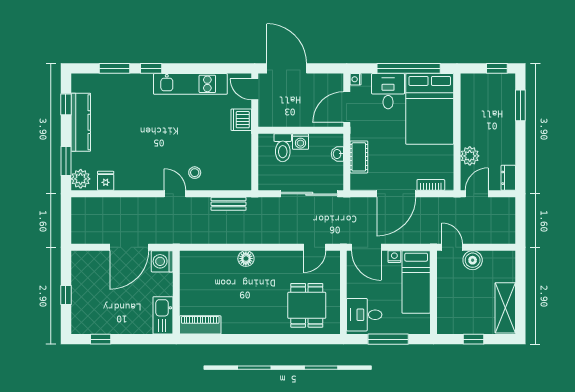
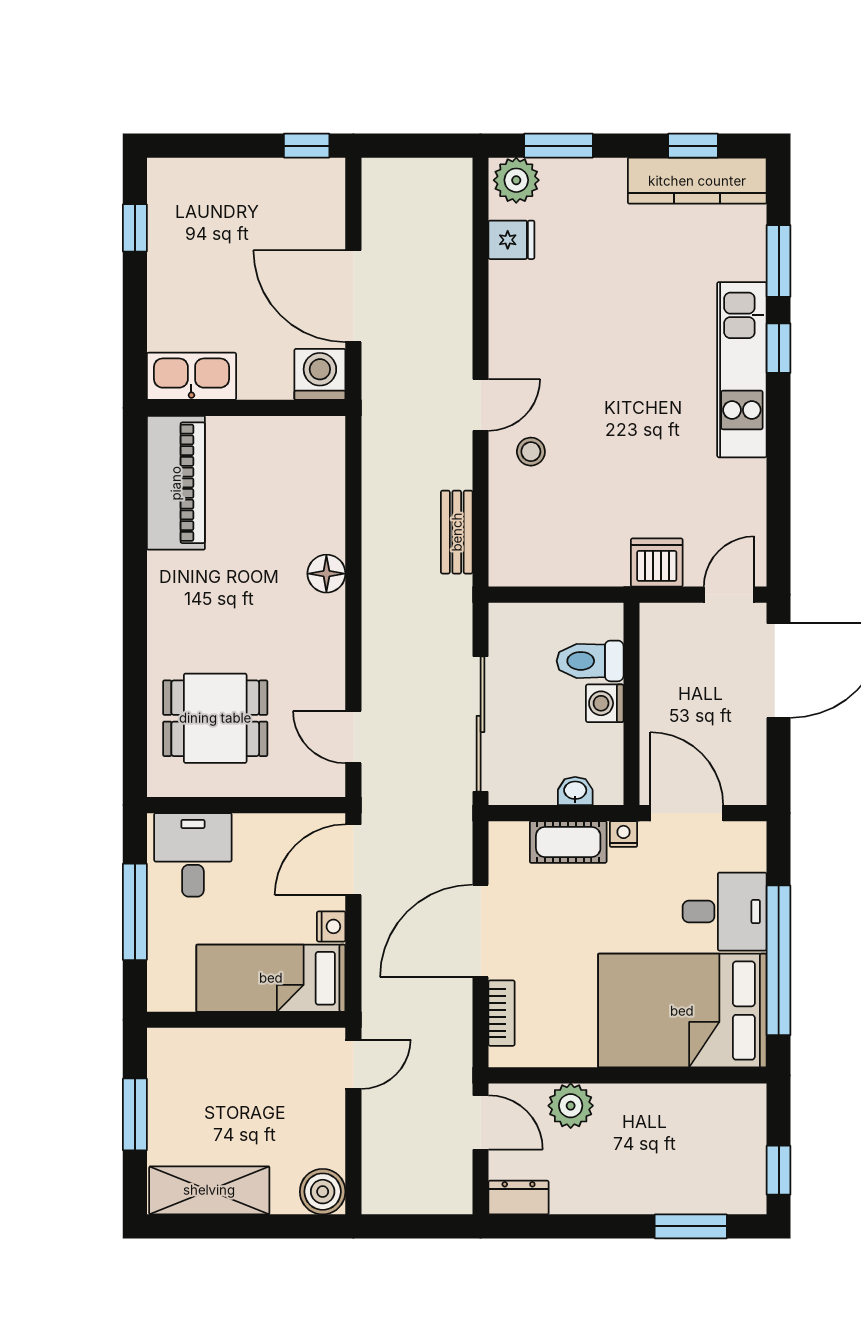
nightstand: (355, 79) -> (624, 834), moved
kitchen unit: (190, 84) -> (742, 370), moved
kitchen counter: (81, 122) -> (697, 181), moved
door: (396, 194) -> (481, 931), hinge flipped
boiler: (473, 260) -> (323, 1192), moved
window: (66, 295) -> (307, 146), moved
piano: (200, 325) -> (176, 483), width x1.37, depth x1.33
window: (473, 339) -> (135, 1114), width x1.50

